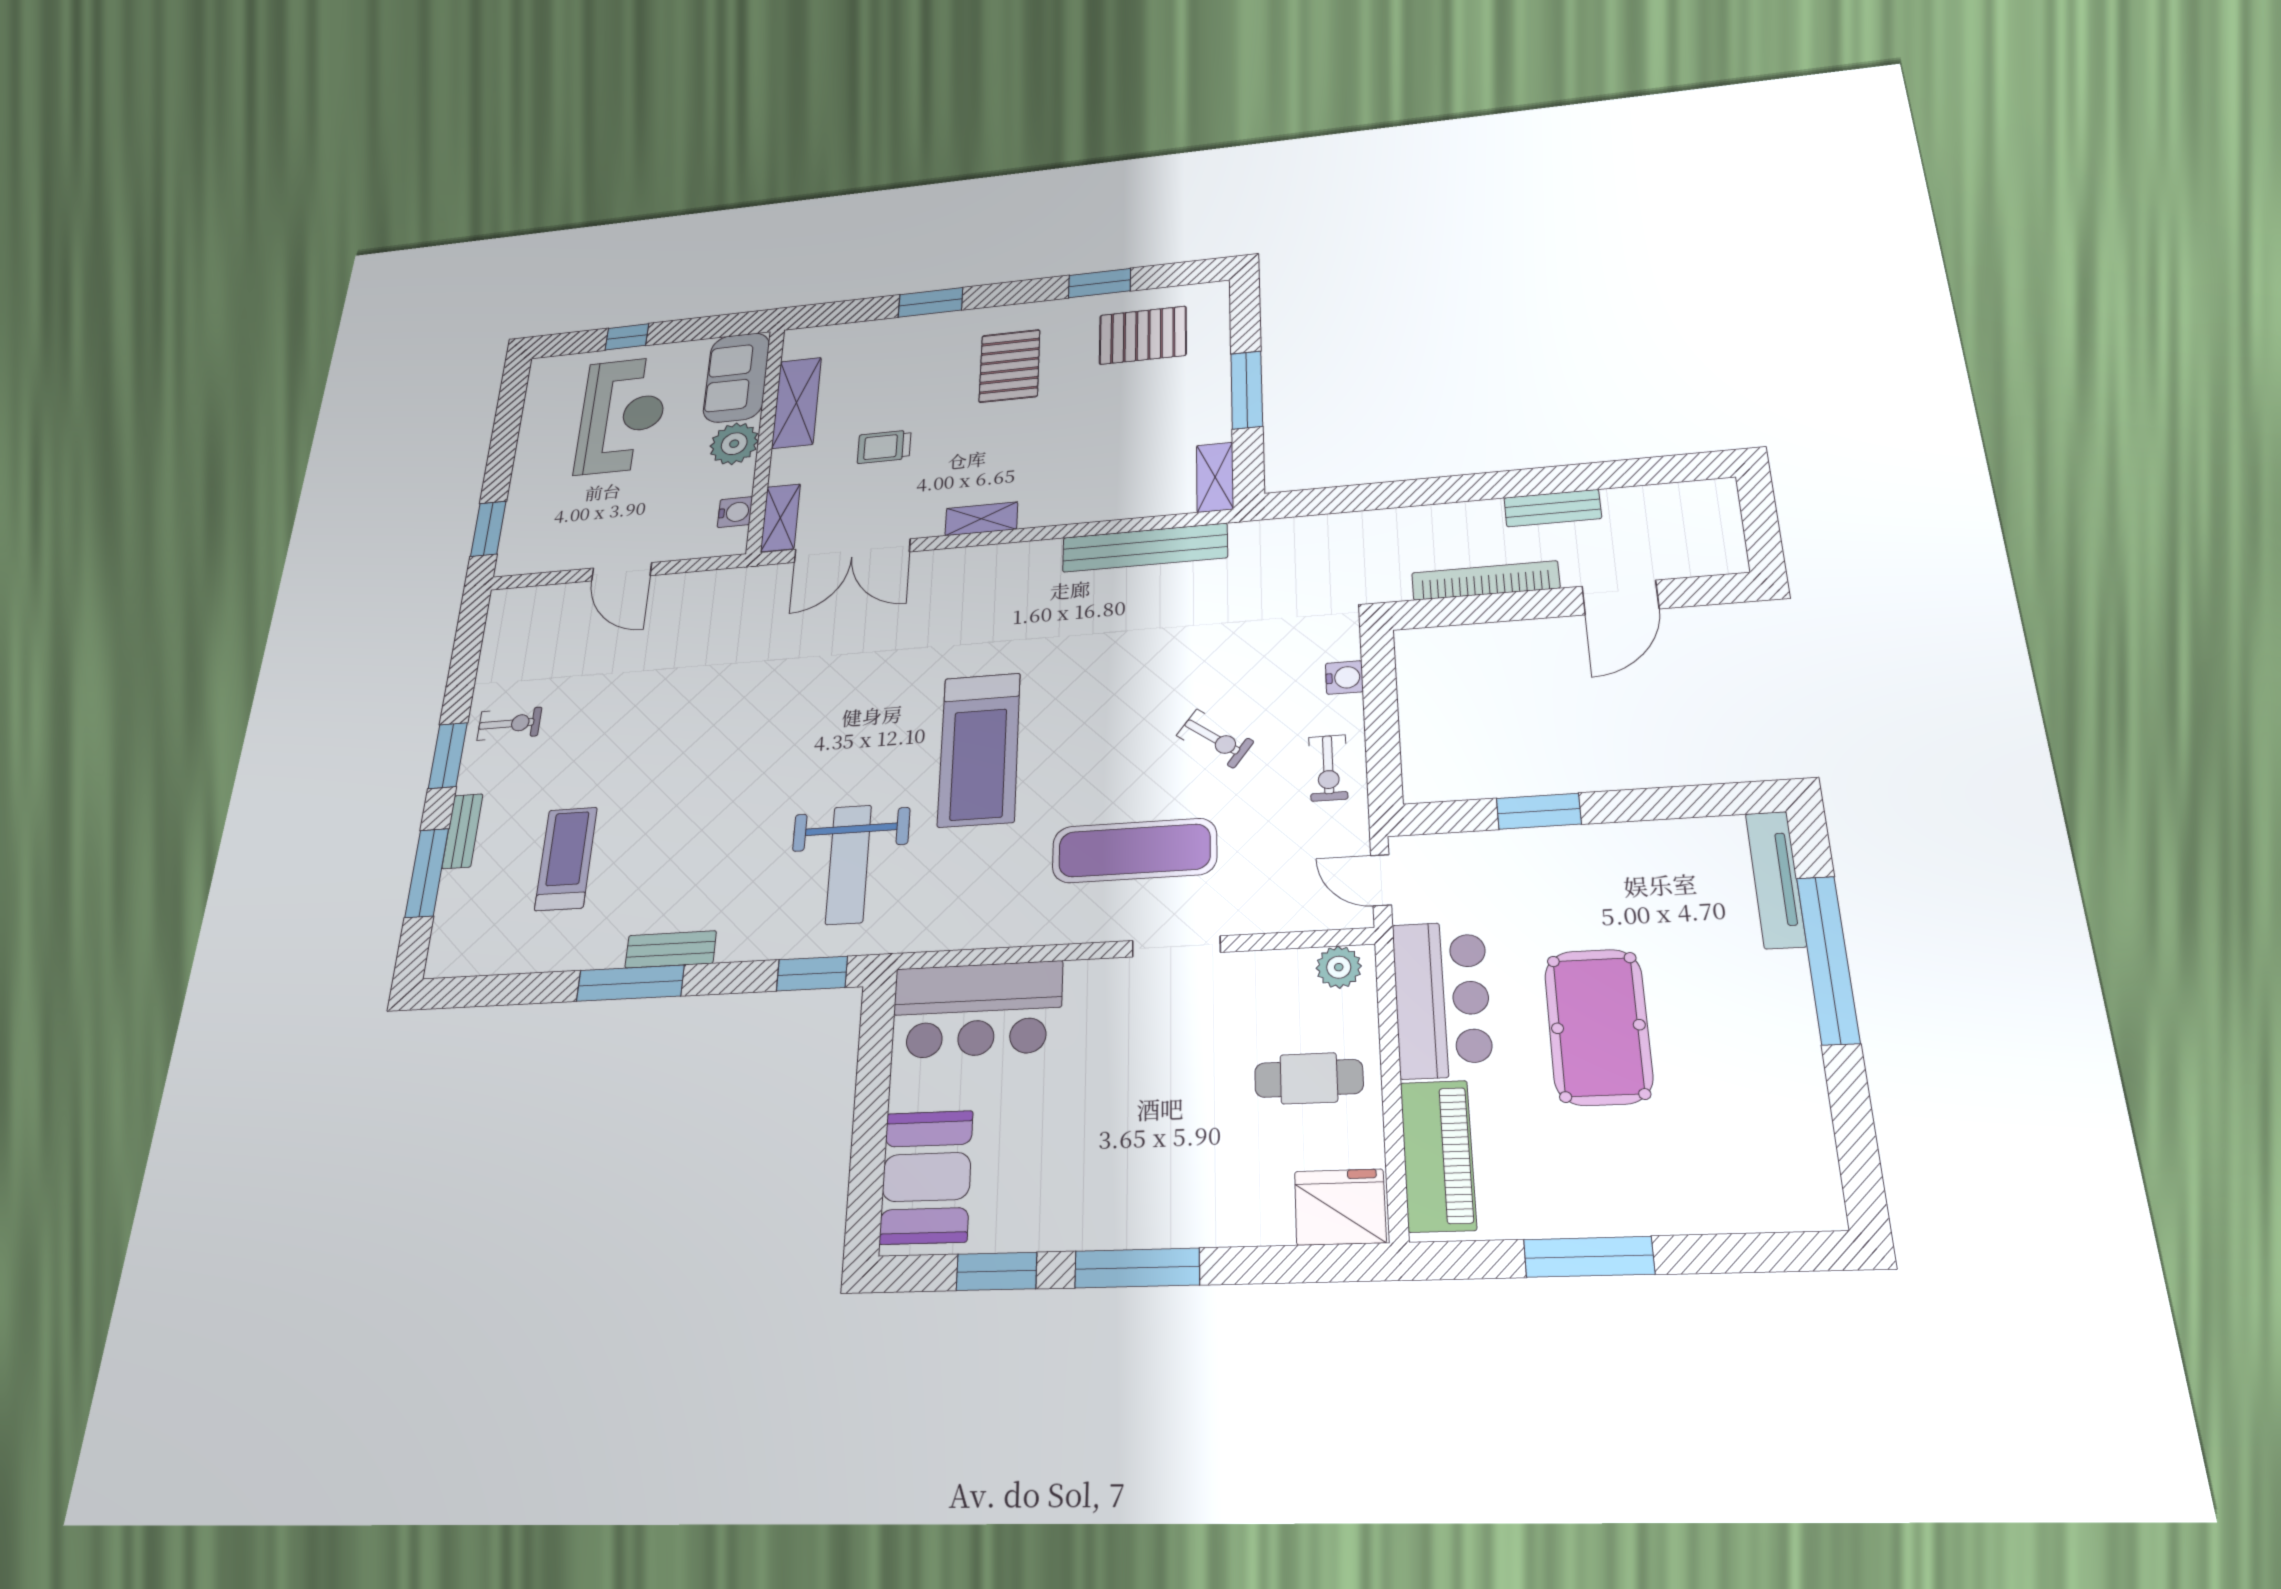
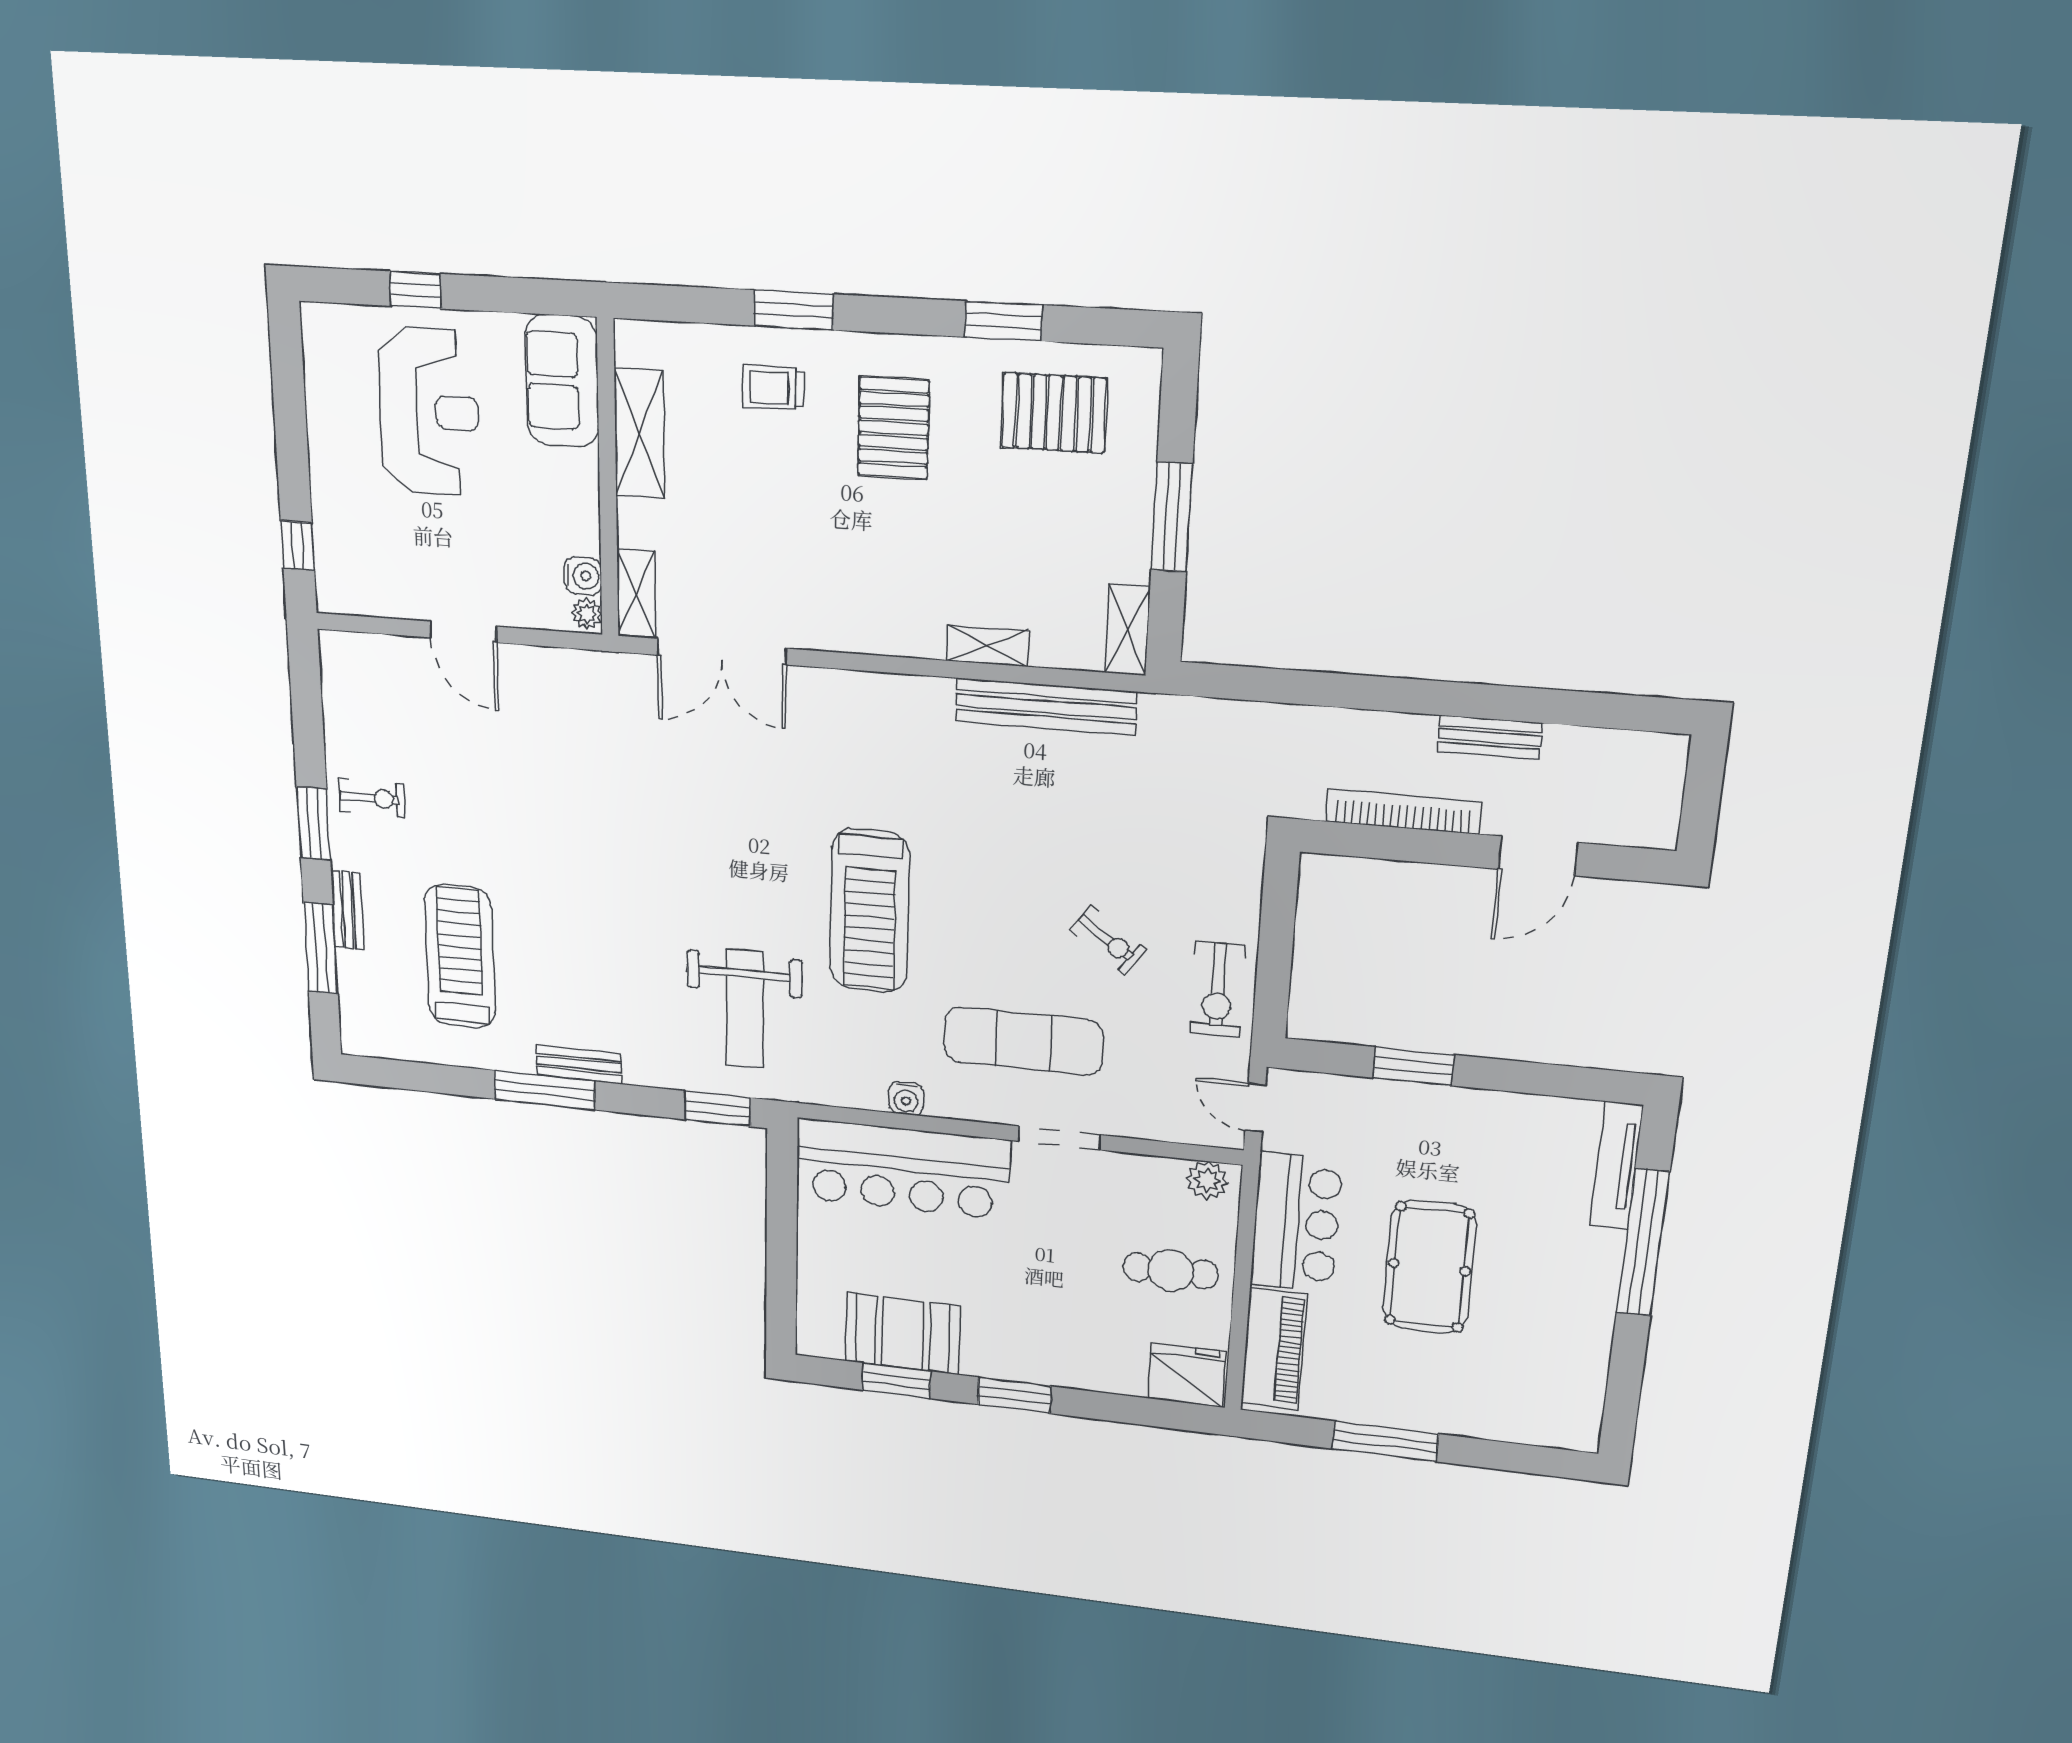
plant: (734, 444) -> (587, 614), moved, width x0.53, depth x0.53
trolley: (884, 447) -> (773, 388), moved
shelving: (981, 519) -> (988, 646), moved
window: (488, 529) -> (298, 546), width x0.67
water cooler: (1344, 678) -> (906, 1098), moved, turned 90
exercise bike: (1328, 768) -> (1218, 989), width x1.38, depth x1.39
treadmill: (566, 859) -> (460, 957), width x1.37, depth x1.38
bar counter: (977, 1010) -> (903, 1169), width x1.36
booth: (926, 1177) -> (903, 1334), moved, turned 90
window: (1137, 1268) -> (1014, 1395), width x0.69

